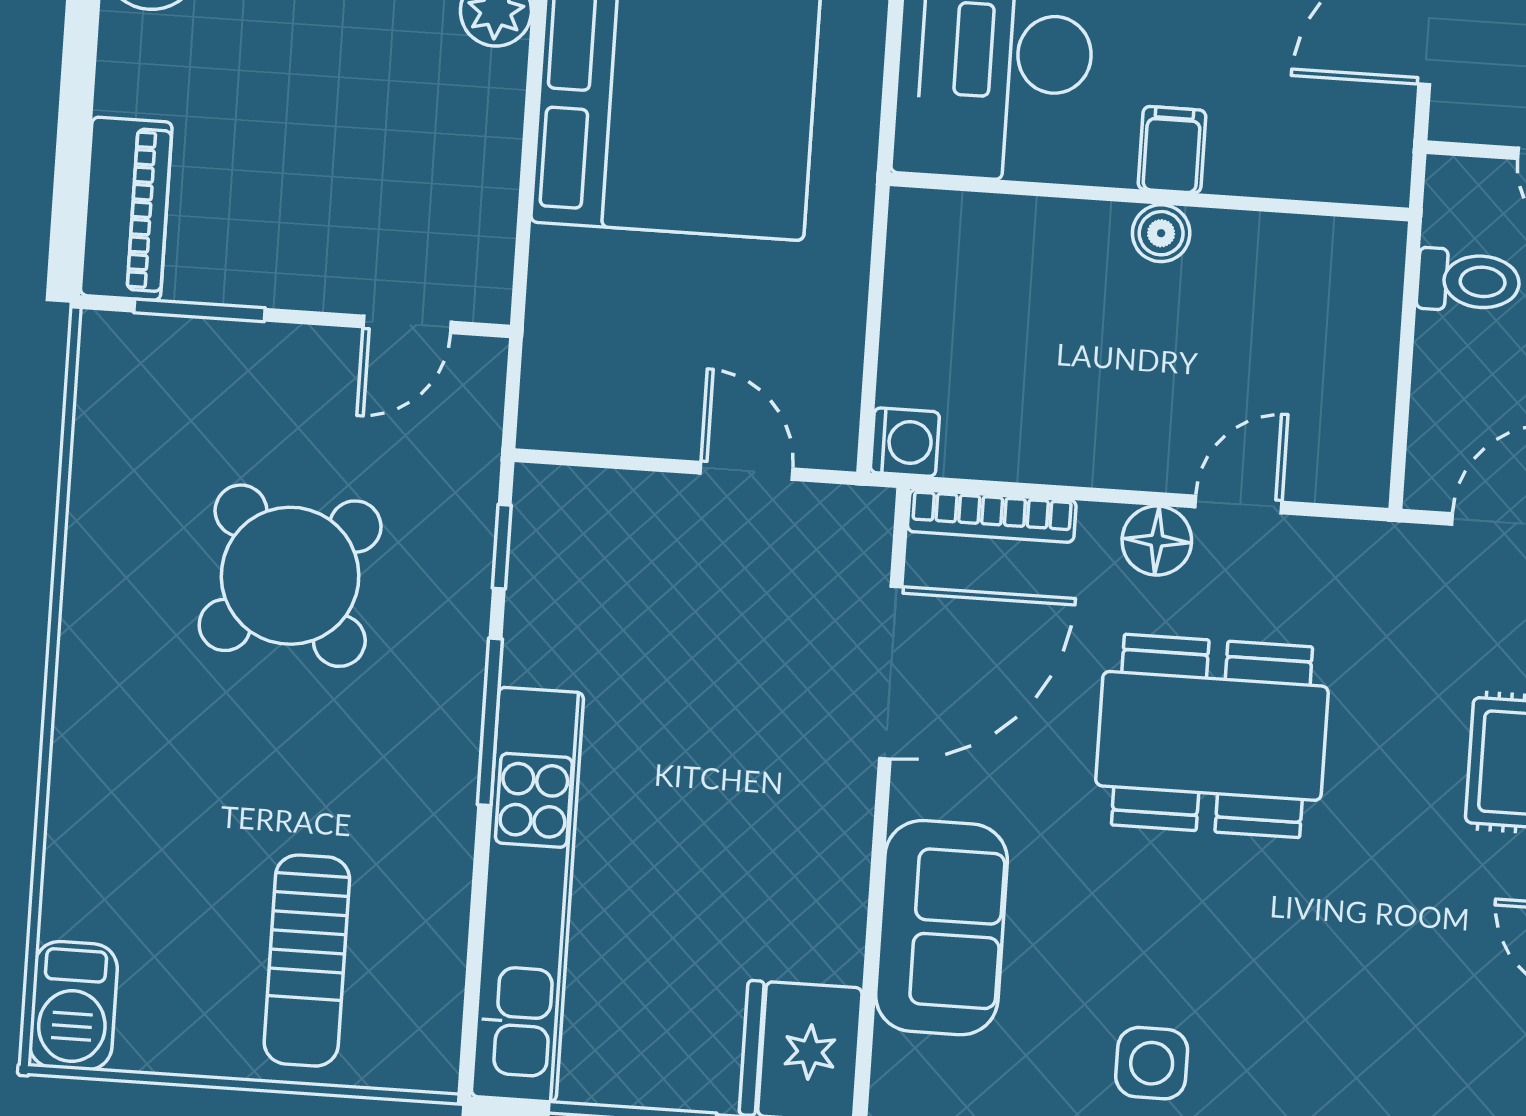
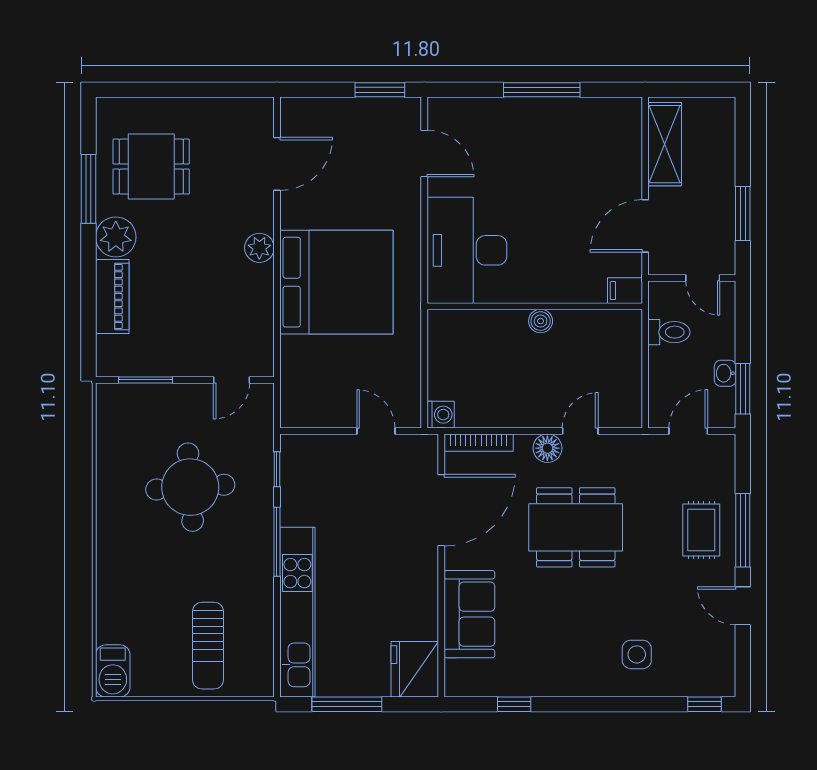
filing cabinet: (1172, 150) -> (625, 291), moved, turned -90
piano: (126, 209) -> (112, 296), moved
round table: (290, 576) -> (190, 487), turned 37
side table: (1152, 1063) -> (637, 654), moved

